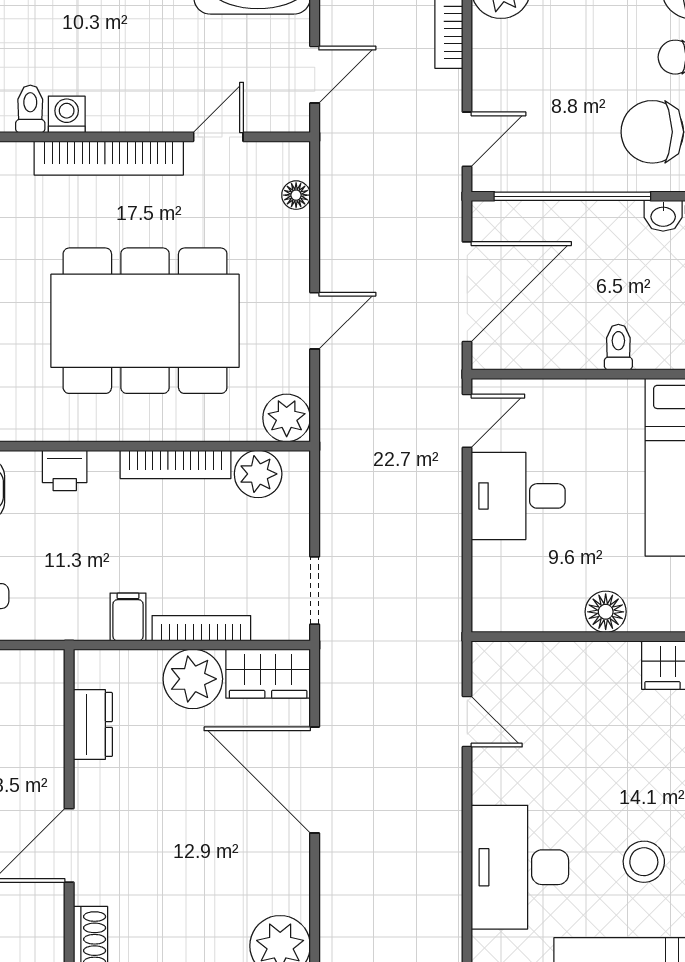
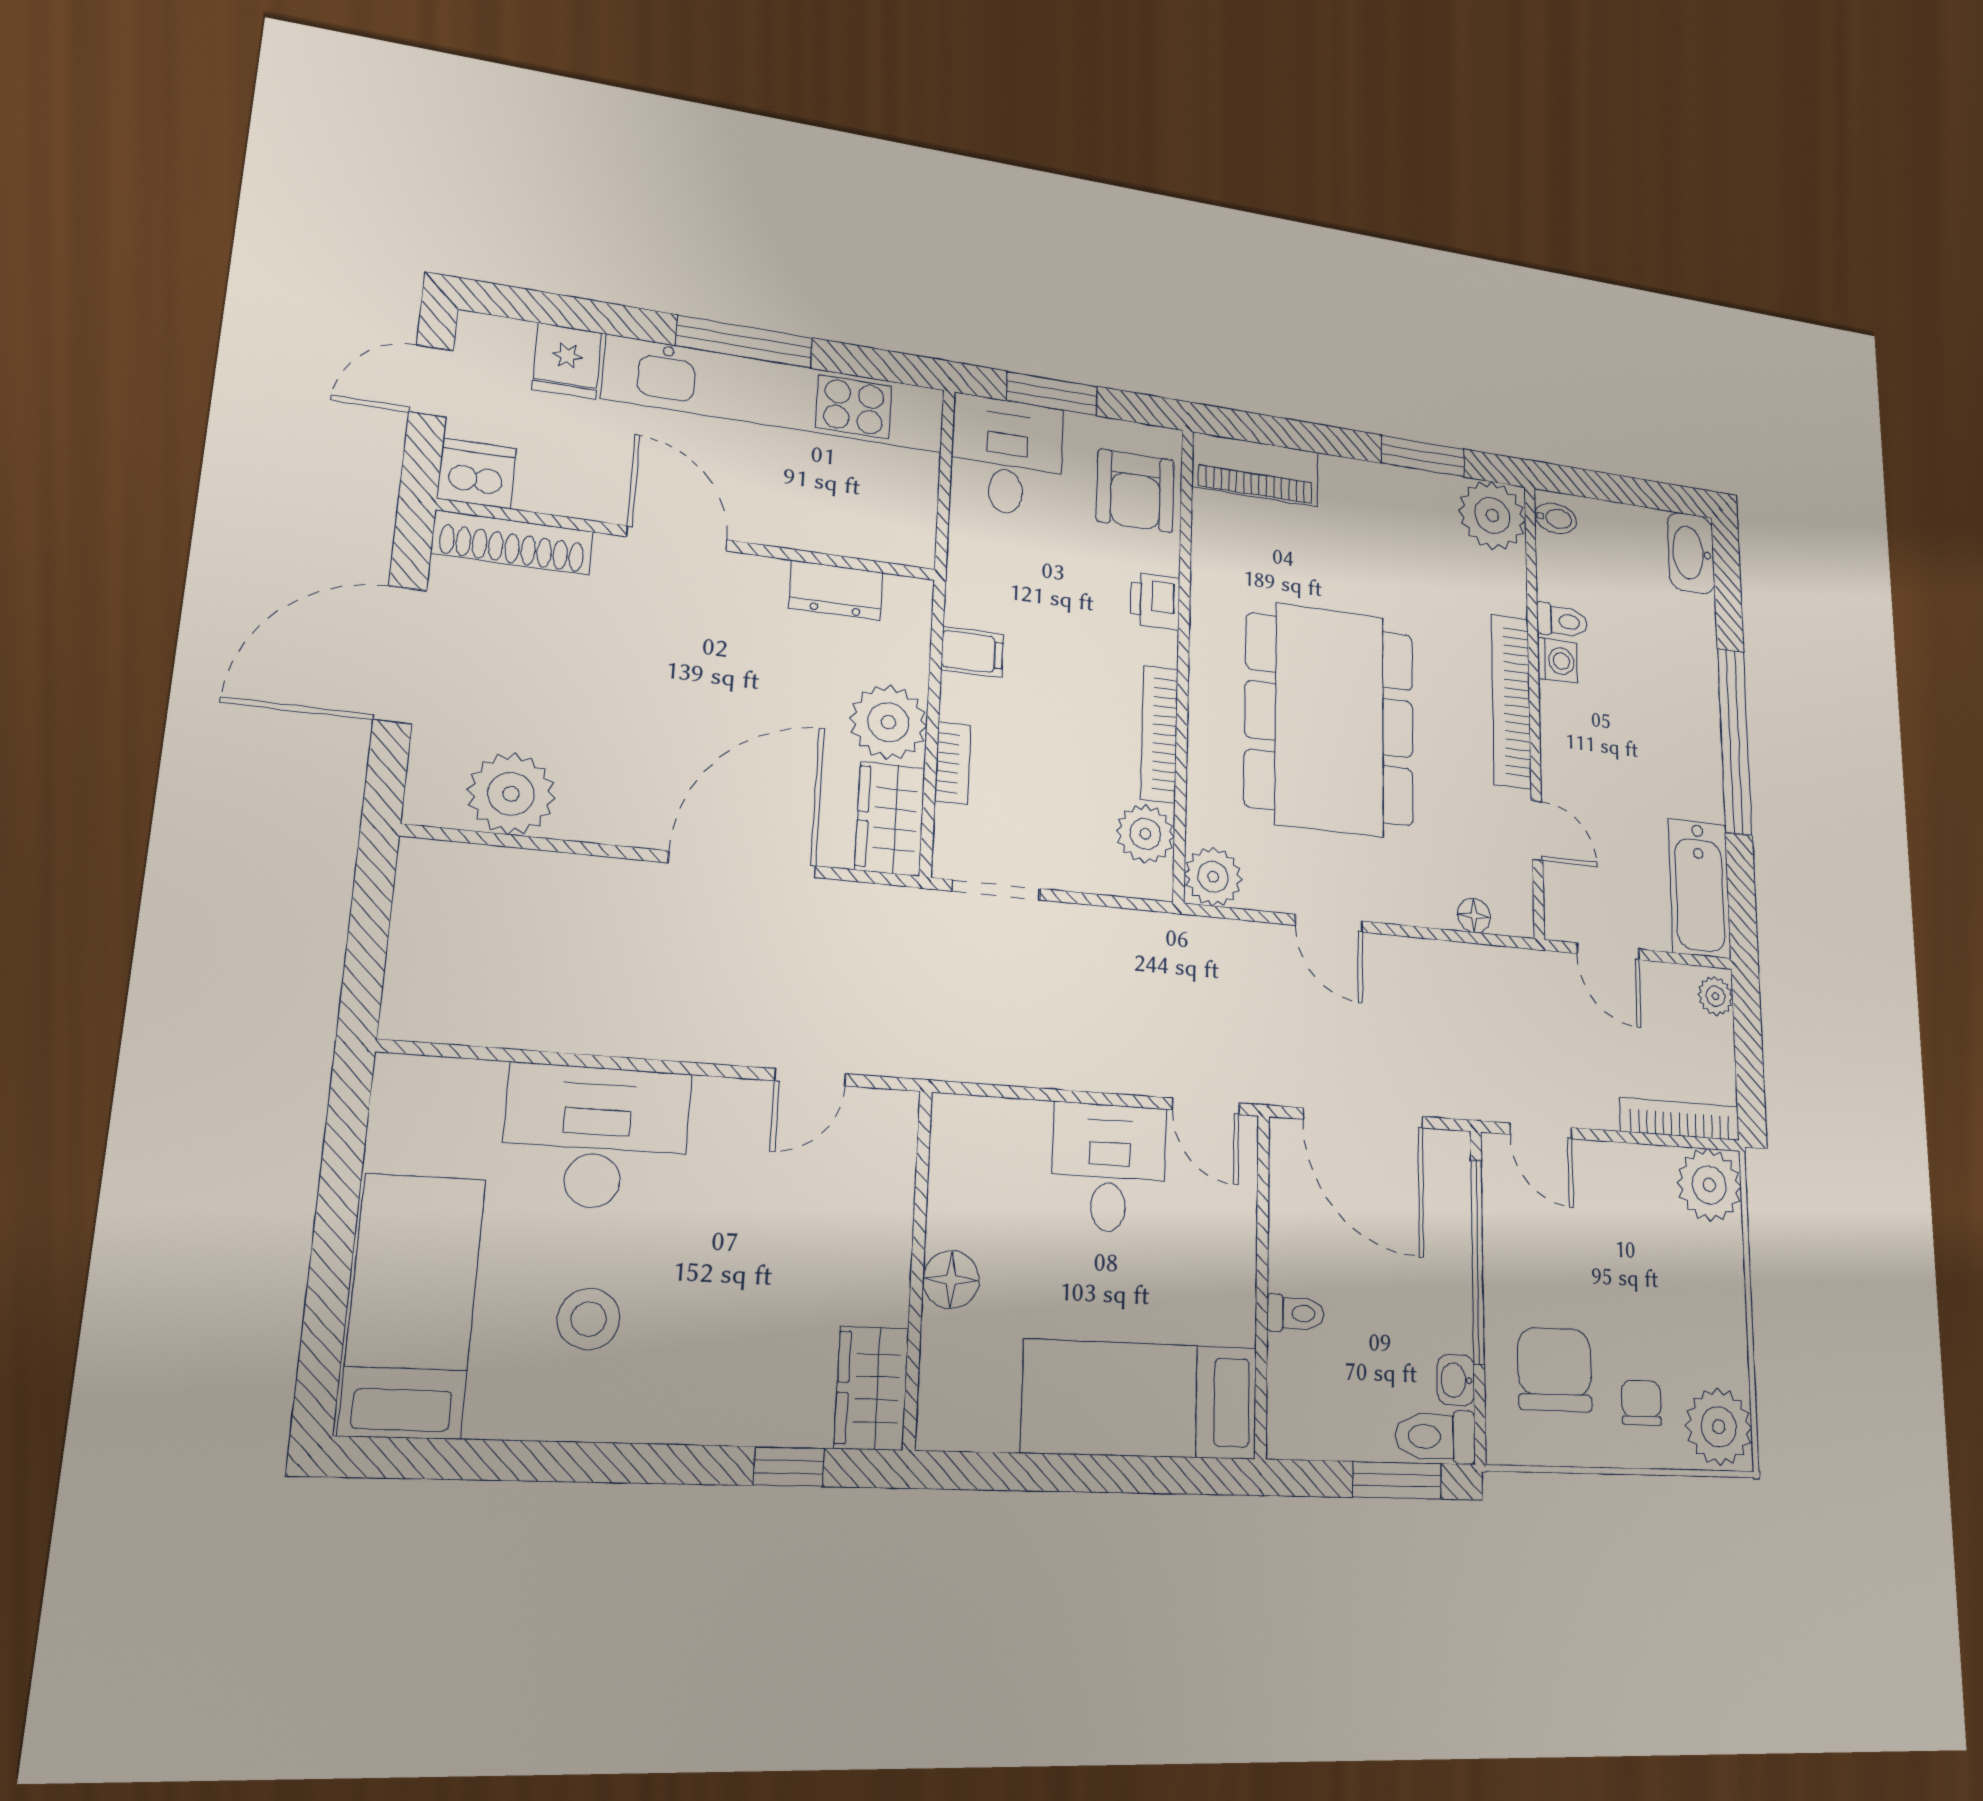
bookcase: (201, 628) -> (953, 763), width x0.64

